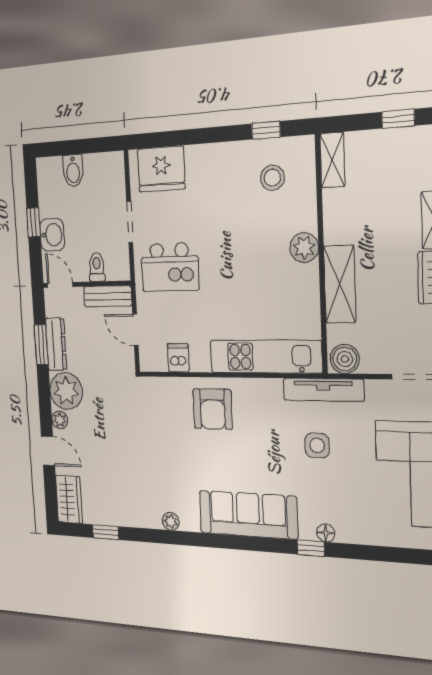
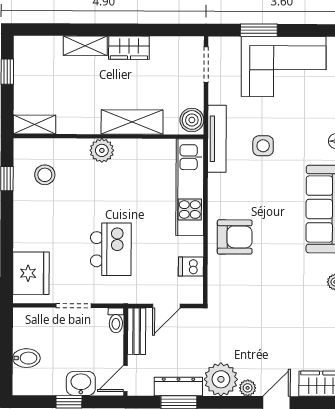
toilet: (97, 267) -> (116, 320), moved, turned -90
kitchen island: (170, 267) -> (111, 249), moved

